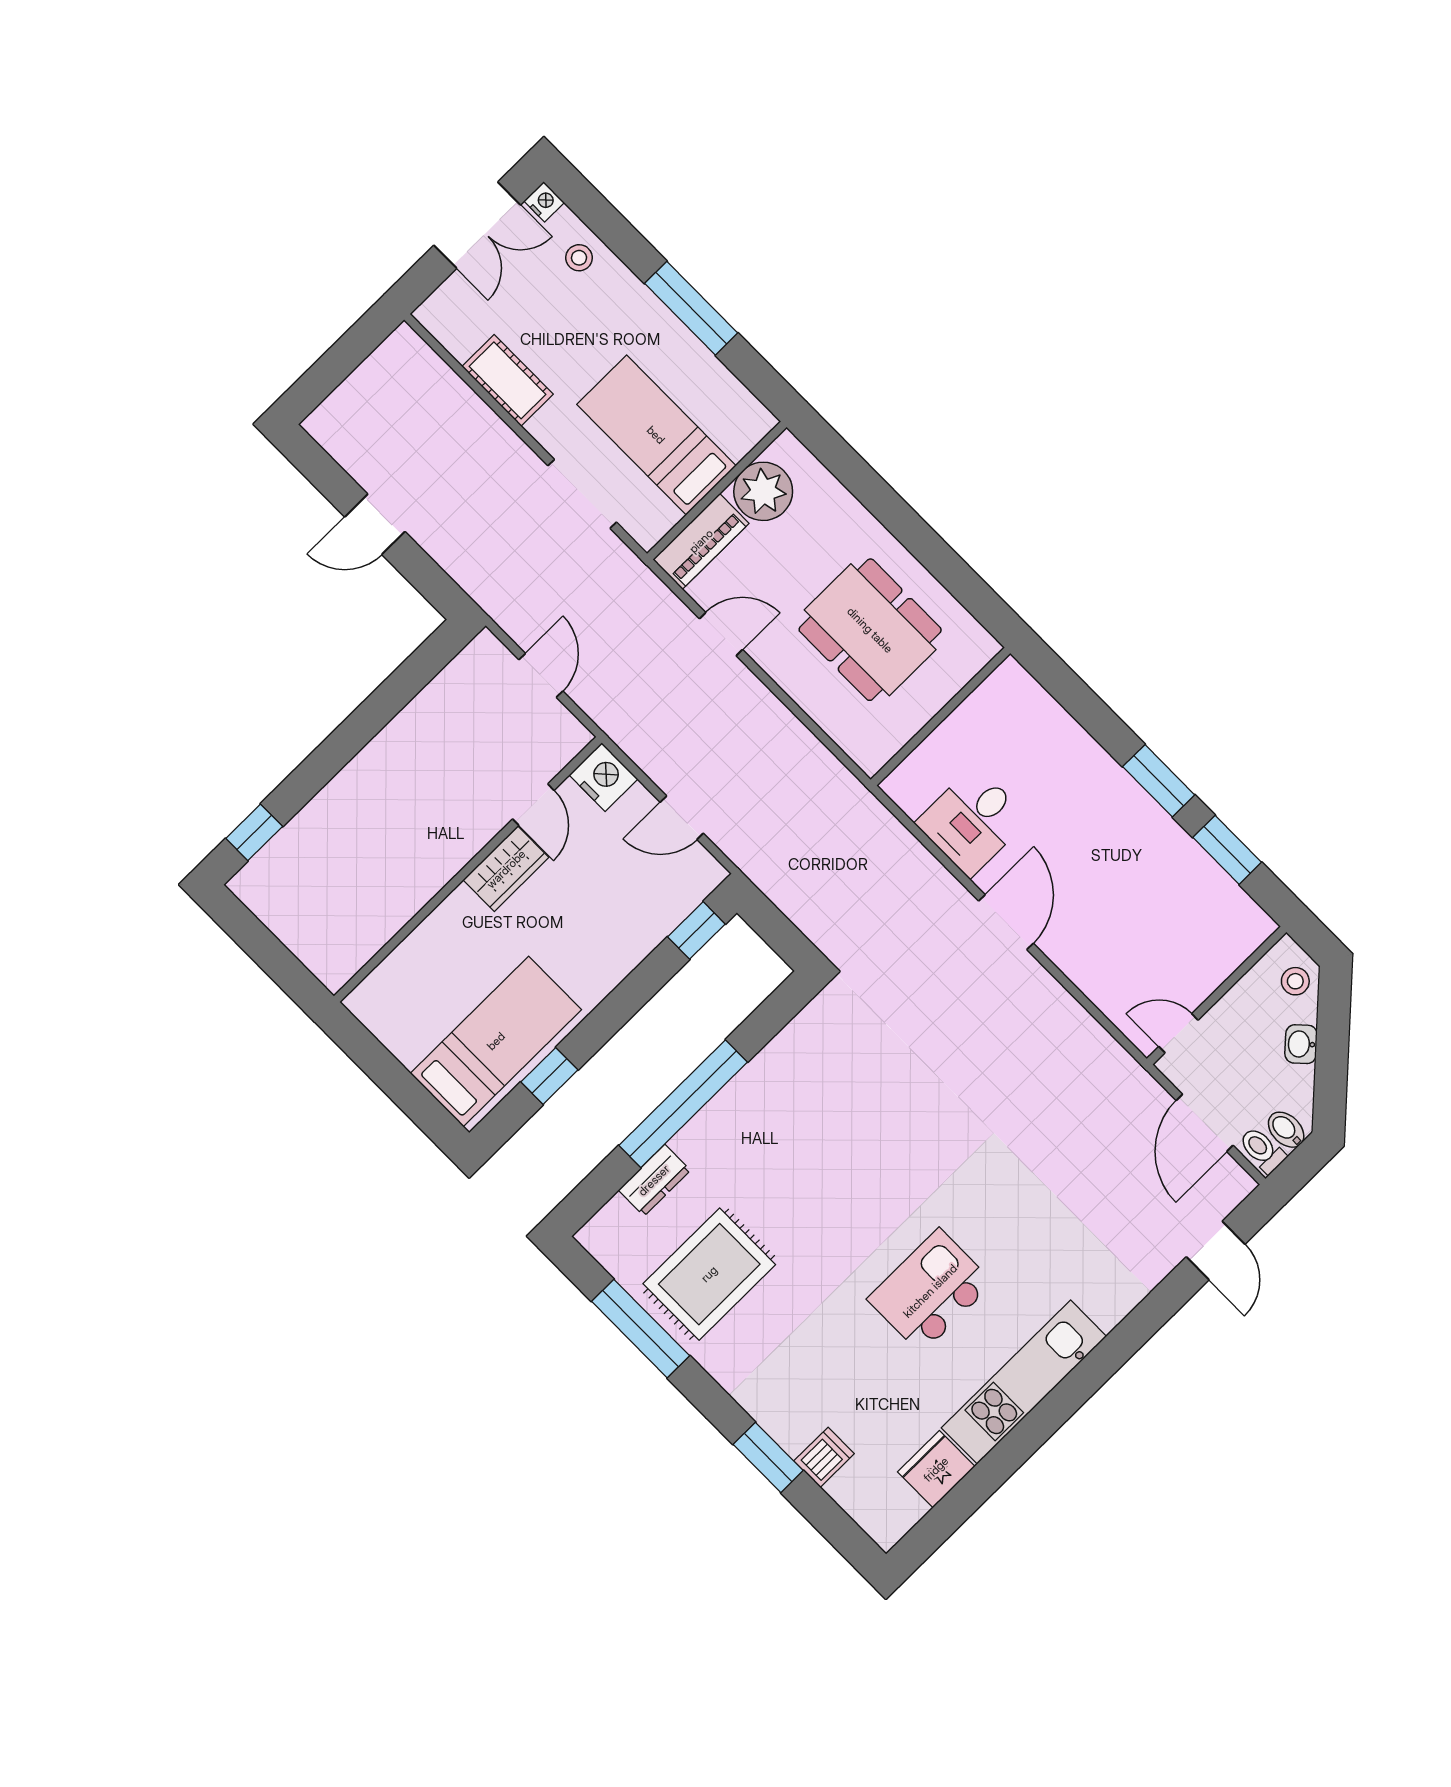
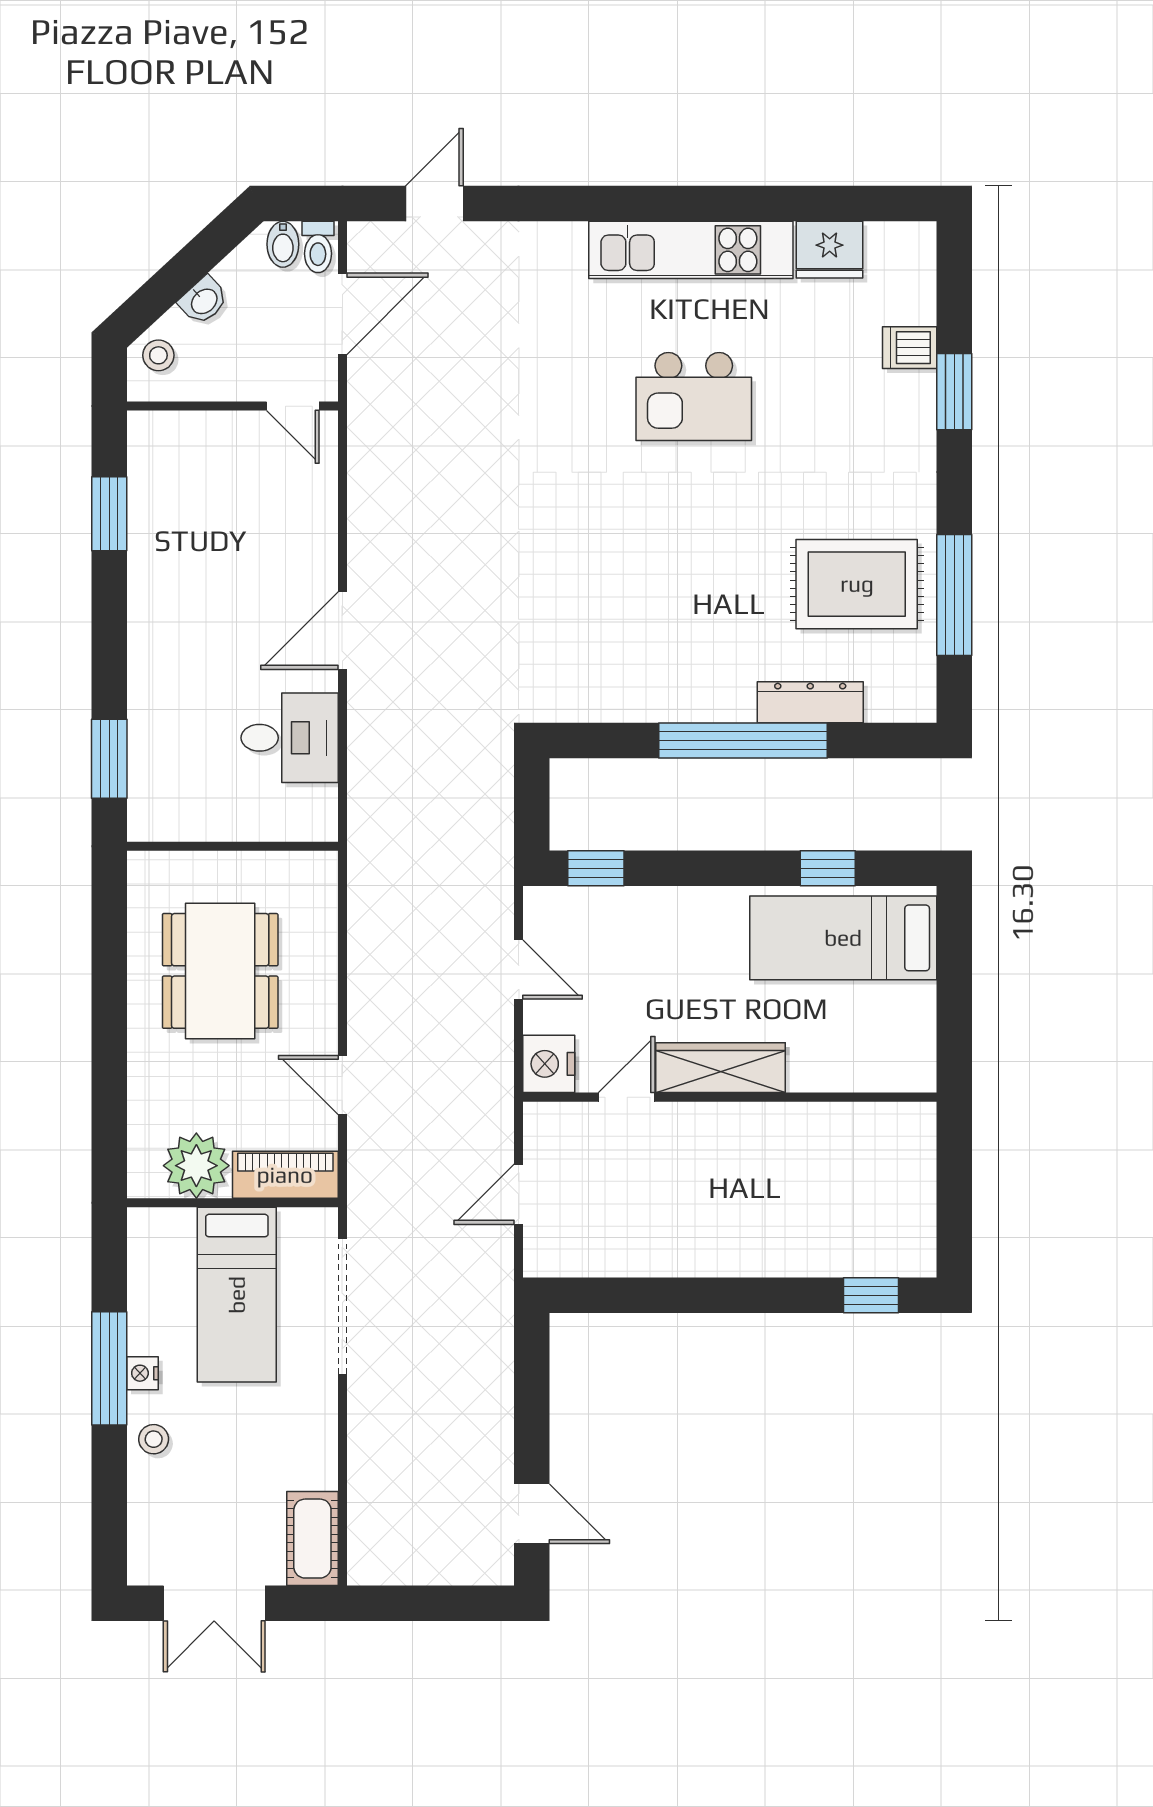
nightstand: (544, 202) -> (142, 1373), moved
double door: (477, 225) -> (214, 1603), swing flipped
stool: (579, 258) -> (154, 1439), moved
cot: (508, 380) -> (312, 1539), moved
doorway: (582, 494) -> (342, 1306), width x1.36
door: (375, 524) -> (532, 1514), moved
window: (1159, 781) -> (109, 759), moved
wardrobe: (506, 869) -> (720, 1068), width x1.50
dresser: (654, 1180) -> (810, 702), width x1.44

